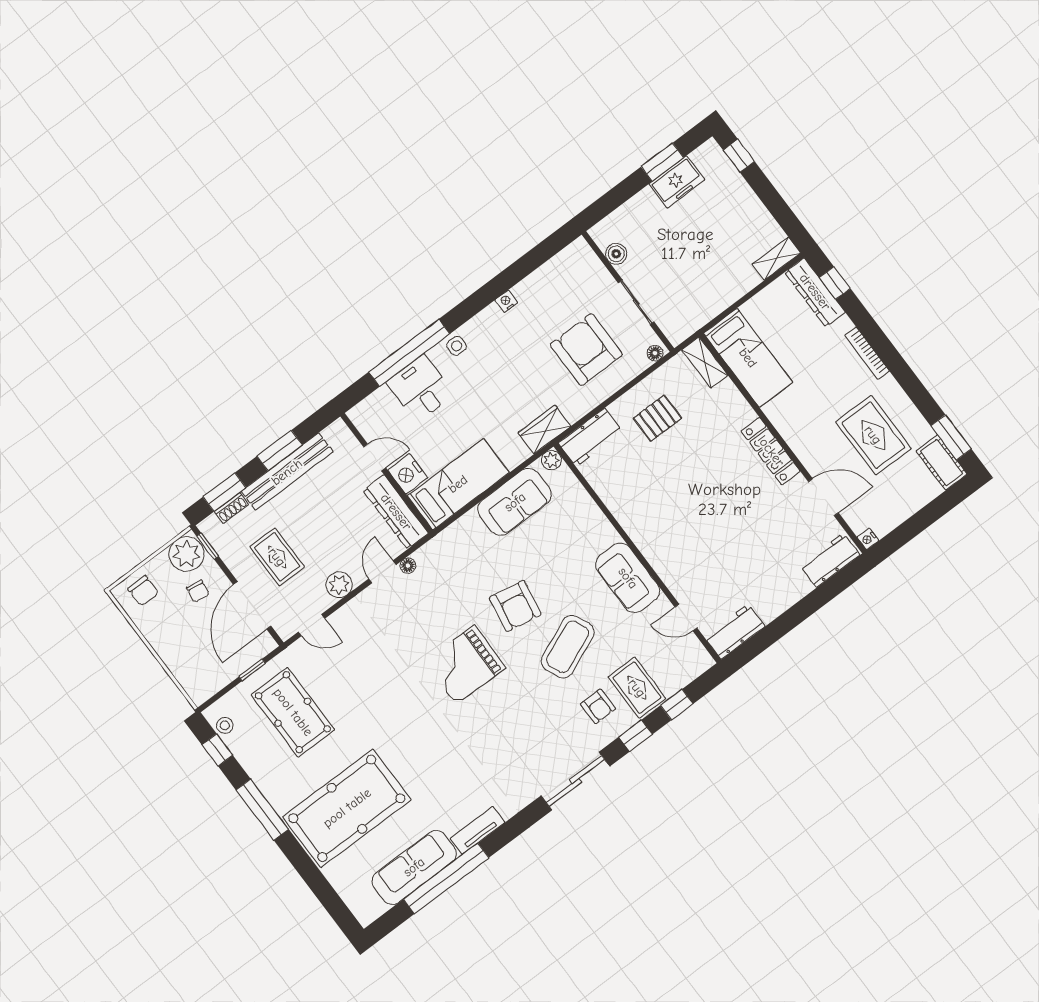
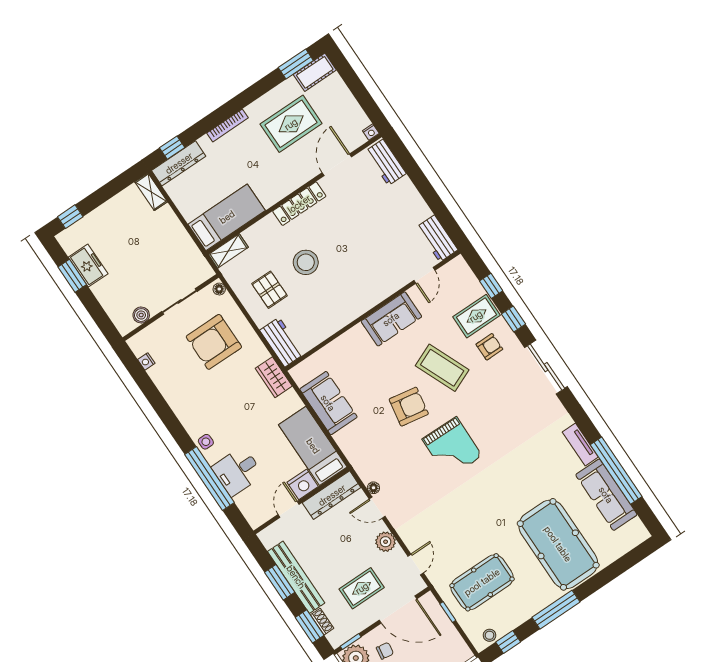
nightstand: (506, 301) -> (146, 361), moved
plant: (552, 460) -> (298, 373), removed
stool: (695, 463) -> (306, 262), added

